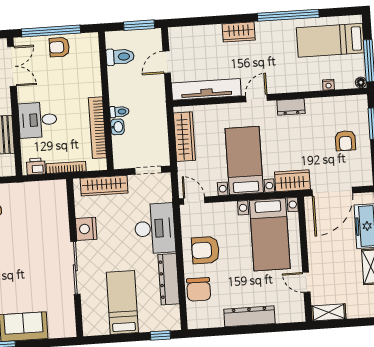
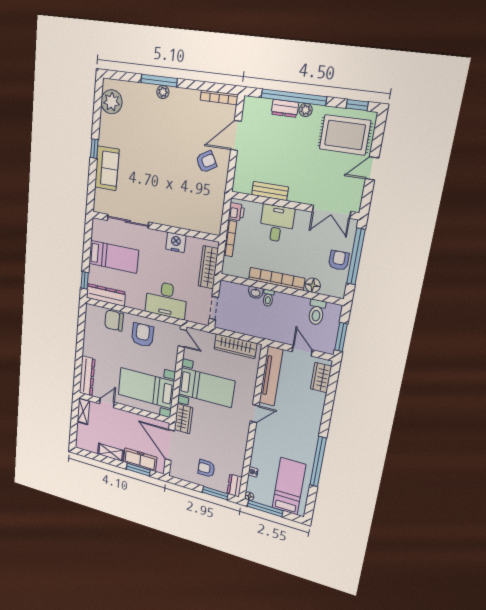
wardrobe: (239, 32) -> (321, 378), moved
floor lamp: (92, 67) -> (313, 285), added
door: (256, 98) -> (255, 413), hinge flipped
dresser: (291, 107) -> (234, 485), moved
bookcase: (97, 128) -> (277, 279), moved
door: (194, 201) -> (182, 338), hinge flipped
sliding door: (75, 268) -> (128, 221), moved
dresser: (169, 279) -> (106, 295), moved
dresser: (249, 316) -> (87, 376), moved

